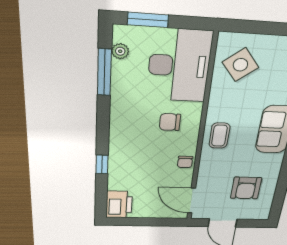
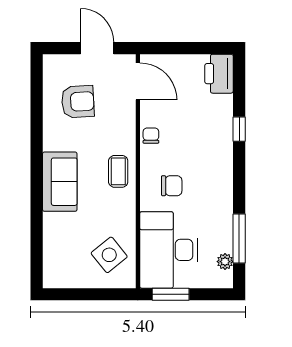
window: (148, 20) -> (171, 294), moved
armchair: (246, 188) -> (78, 102), turned 87

